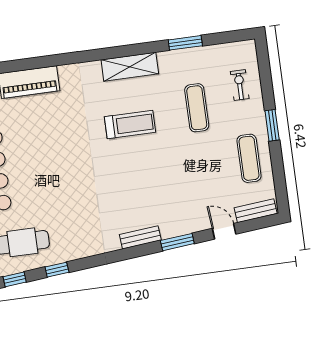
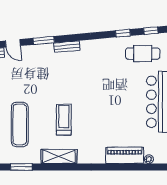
exercise mat: (197, 108) -> (20, 124), width x1.36, depth x1.45
treadmill: (130, 124) -> (64, 120), turned 90

